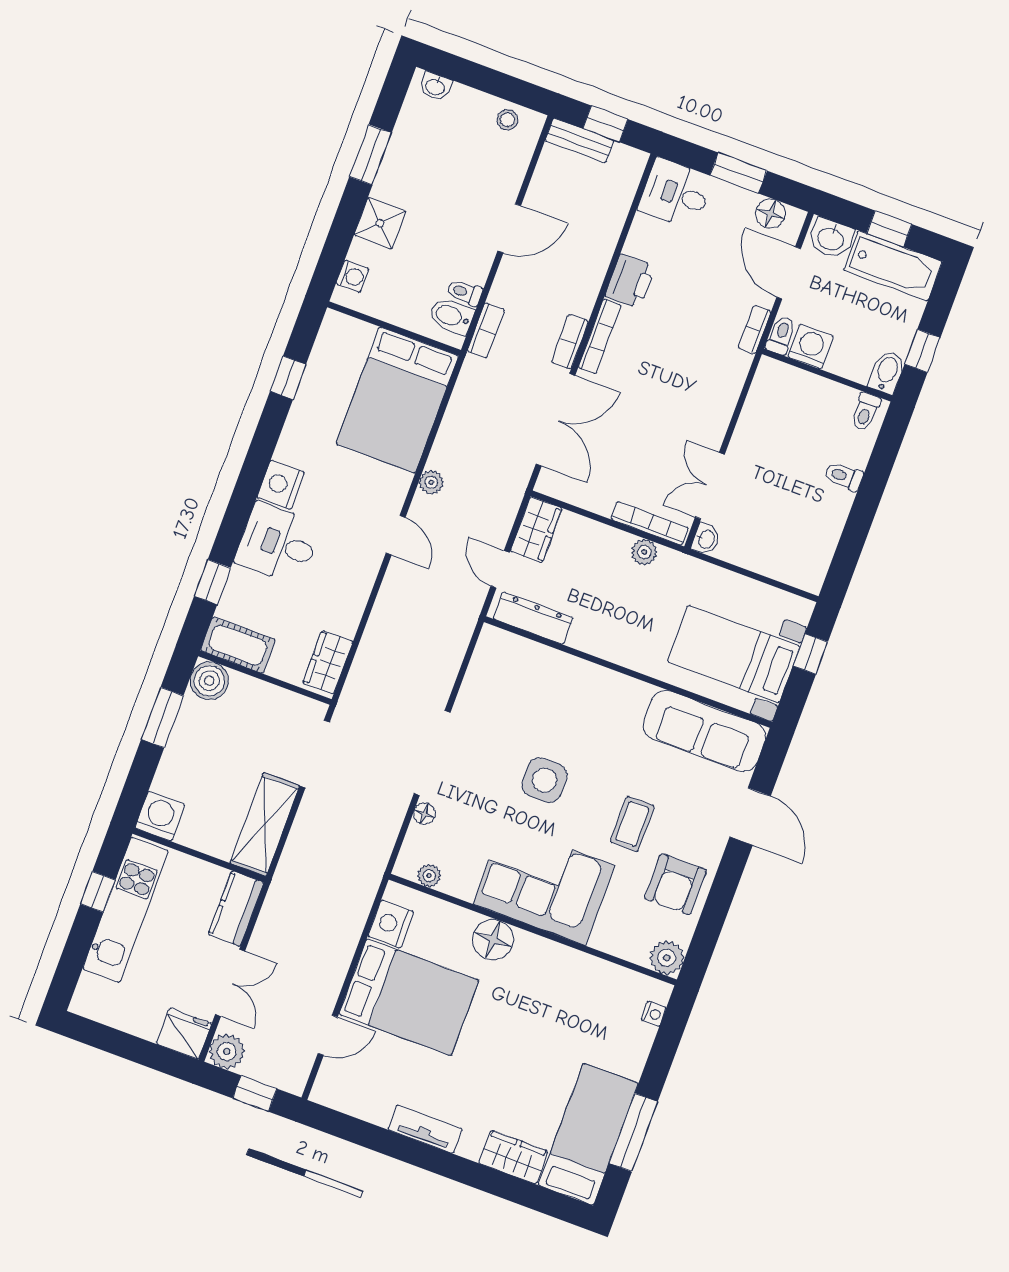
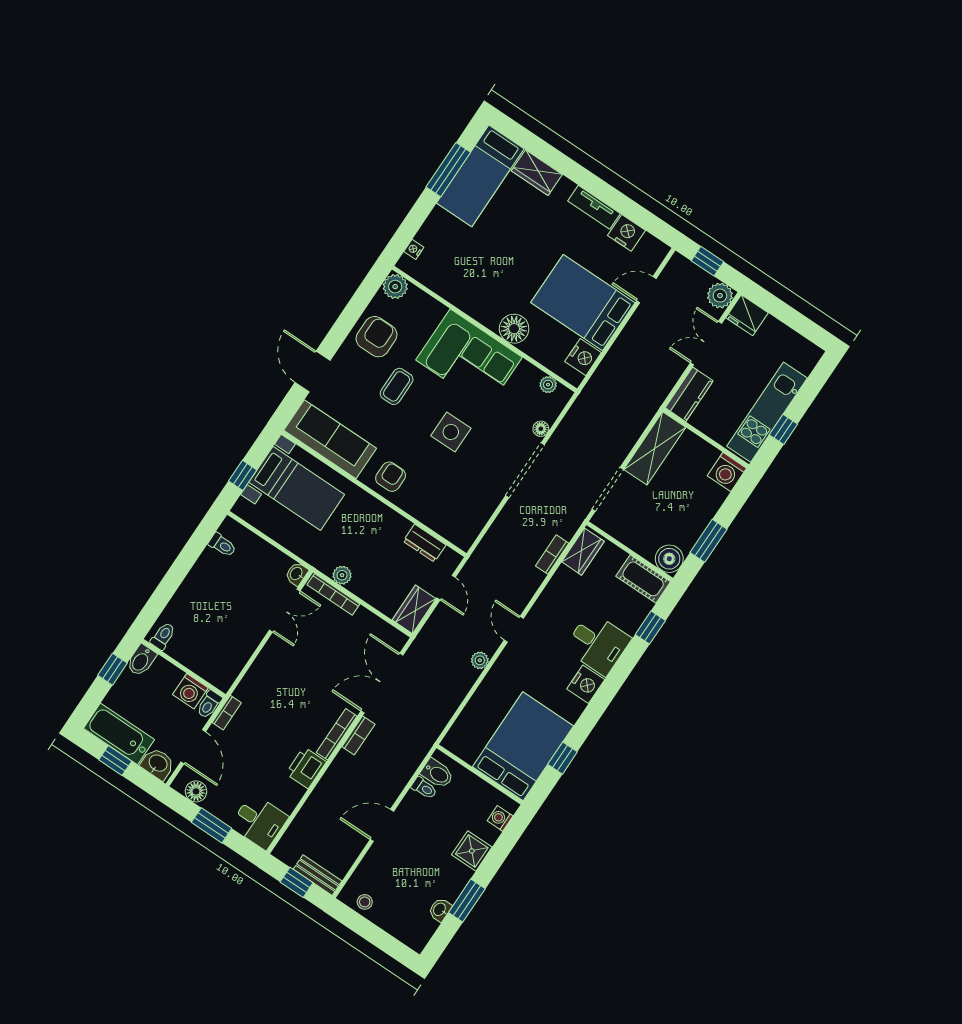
washbasin: (435, 87) -> (440, 910), moved, turned -90
bookcase: (486, 330) -> (552, 555), moved
bed: (397, 400) -> (523, 746), moved
toilet: (844, 476) -> (222, 545), moved
dresser: (533, 618) -> (424, 543), width x0.70
armchair: (611, 700) -> (391, 477), added
nightstand: (373, 1105) -> (627, 233), added

